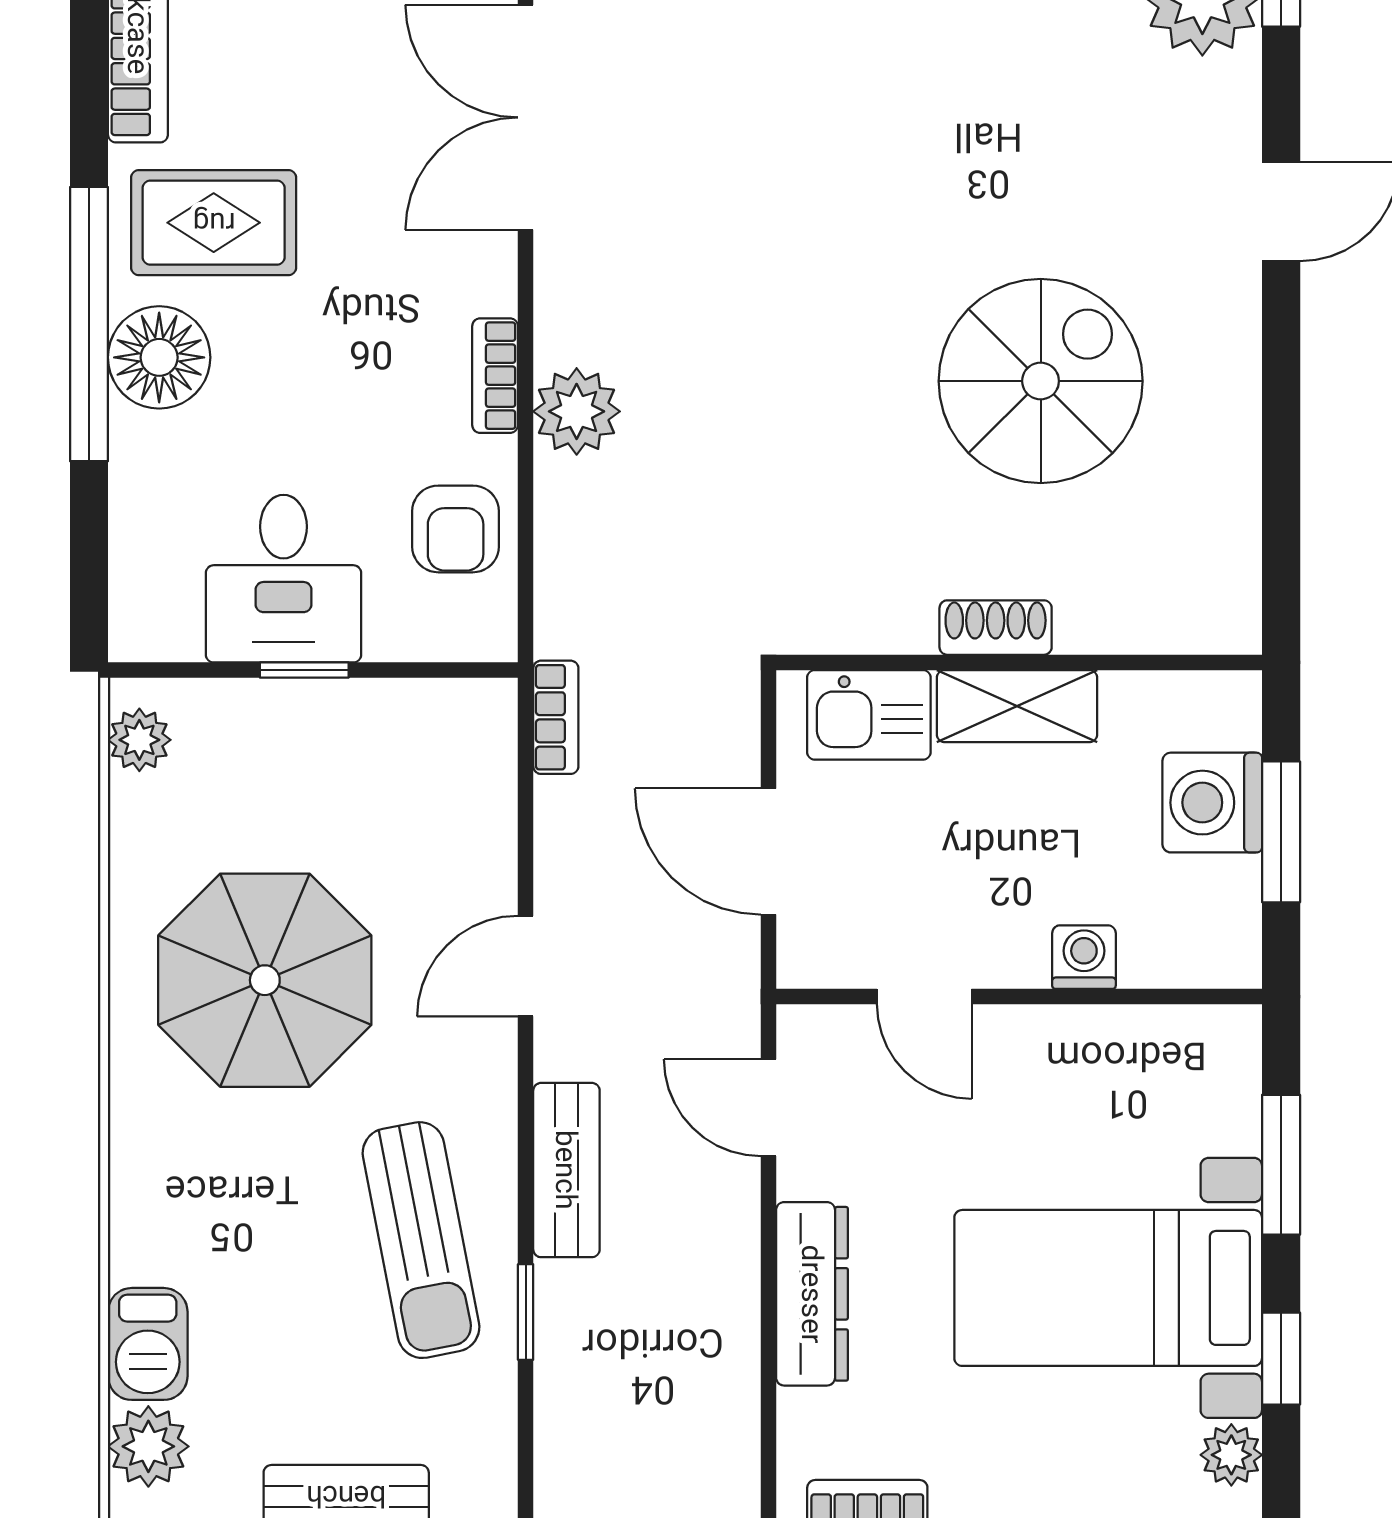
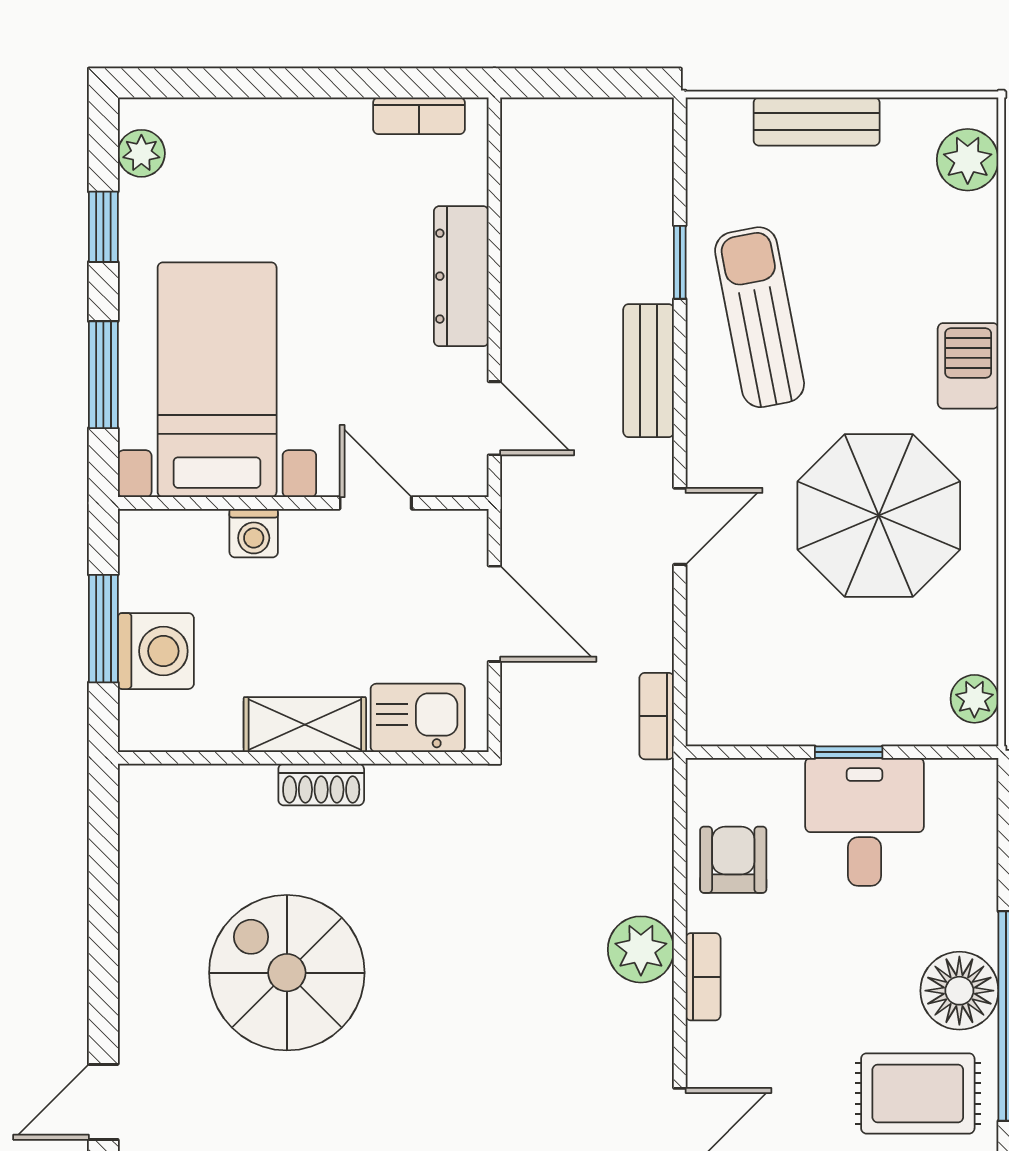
spiral stairs: (1041, 381) -> (287, 973), turned 90
bed with nightstands: (1108, 1288) -> (217, 380), moved, turned -90
barbecue: (148, 1344) -> (968, 366), moved

